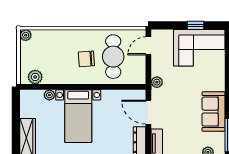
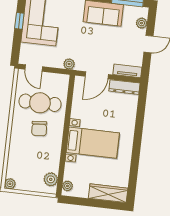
plant: (49, 95) -> (67, 186), moved

